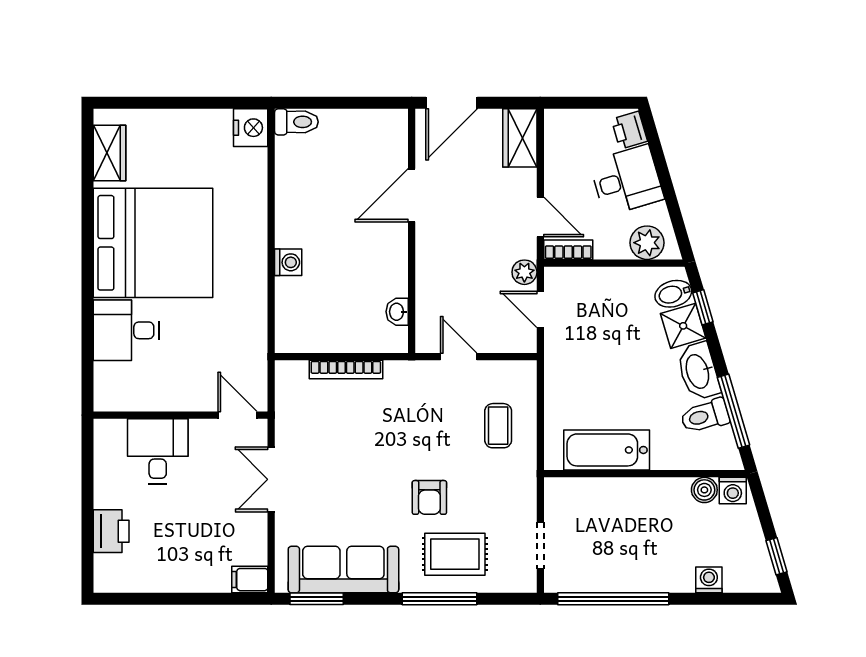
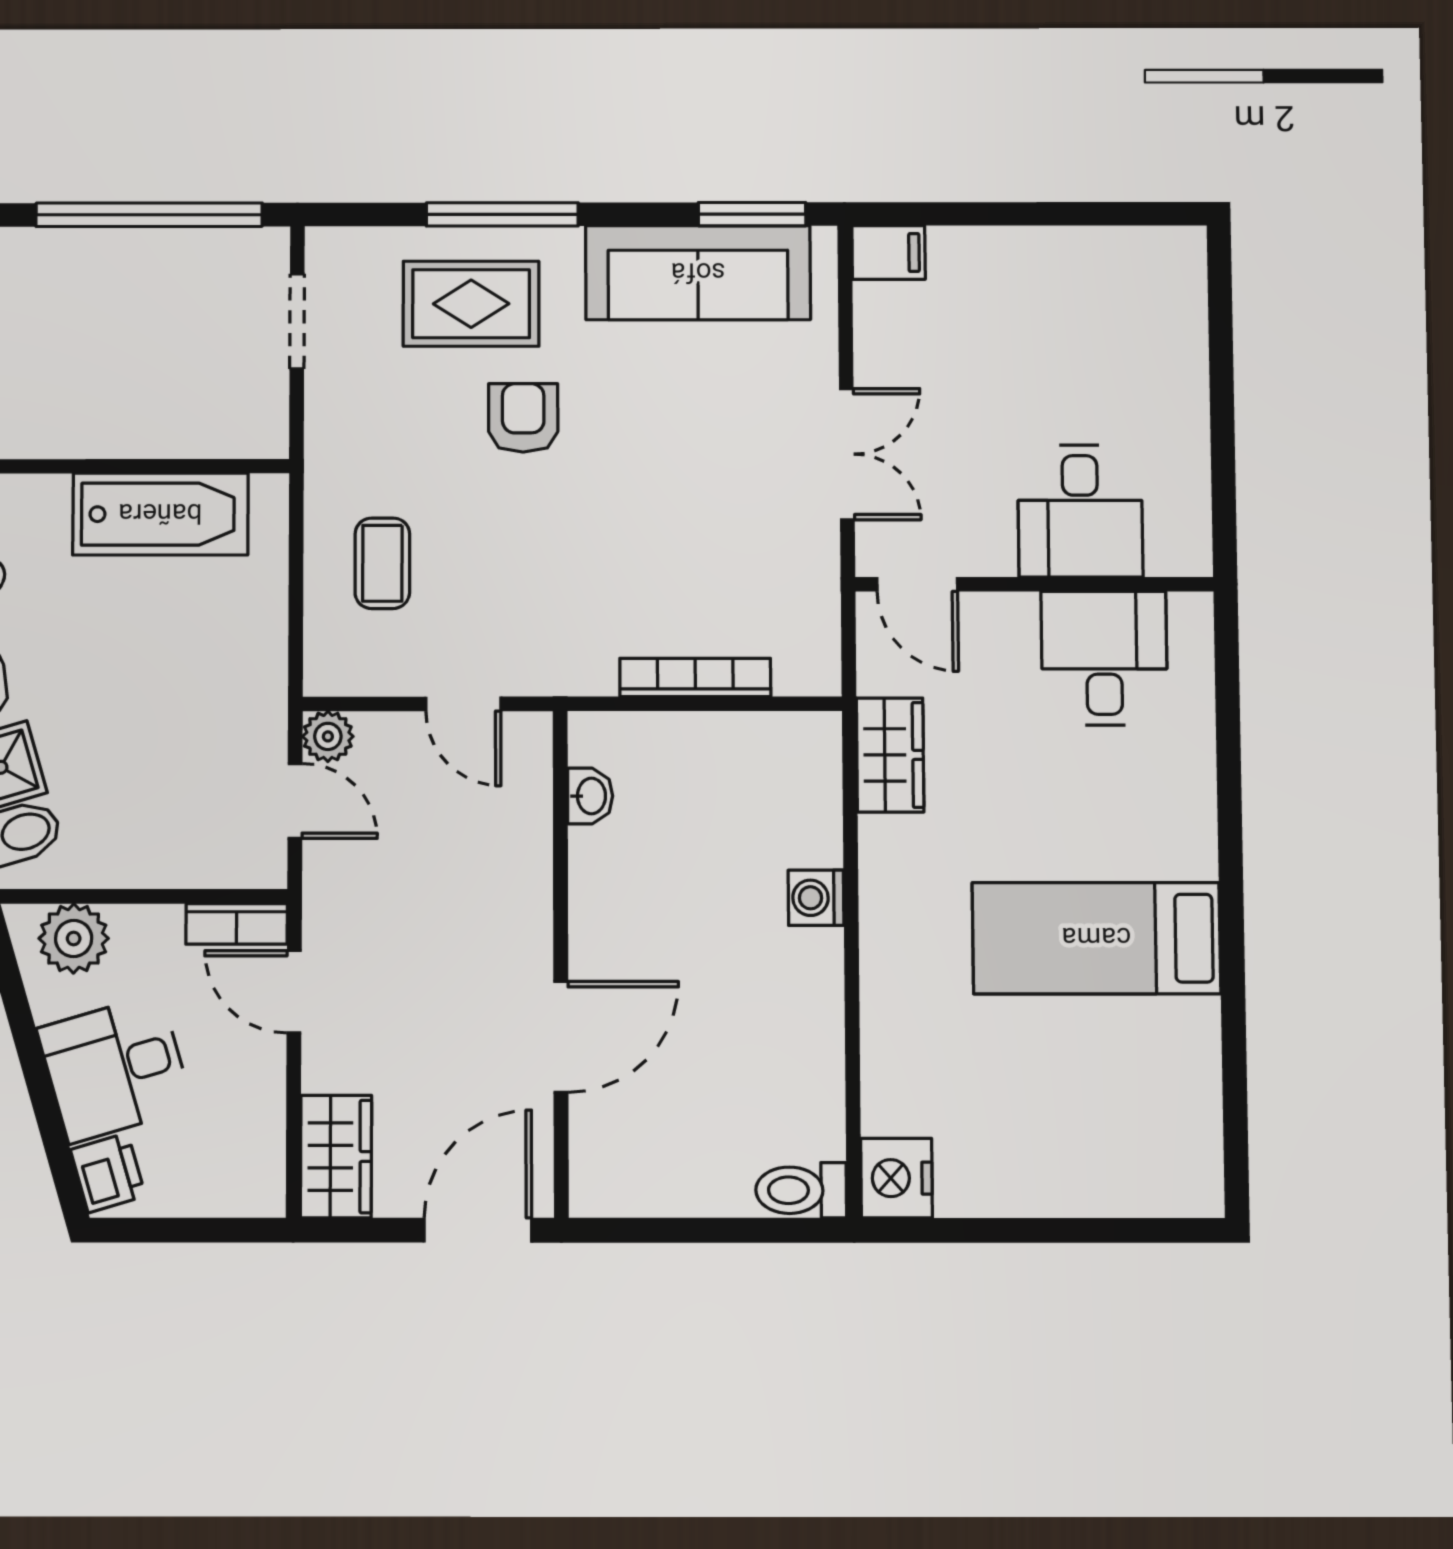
wardrobe: (110, 153) -> (890, 755), moved, turned 180
bed: (153, 243) -> (1096, 938), width x0.49
plant: (524, 272) -> (328, 736), moved
desk: (126, 330) -> (1104, 658), moved, turned -90
printer: (111, 531) -> (1173, 349), removed

